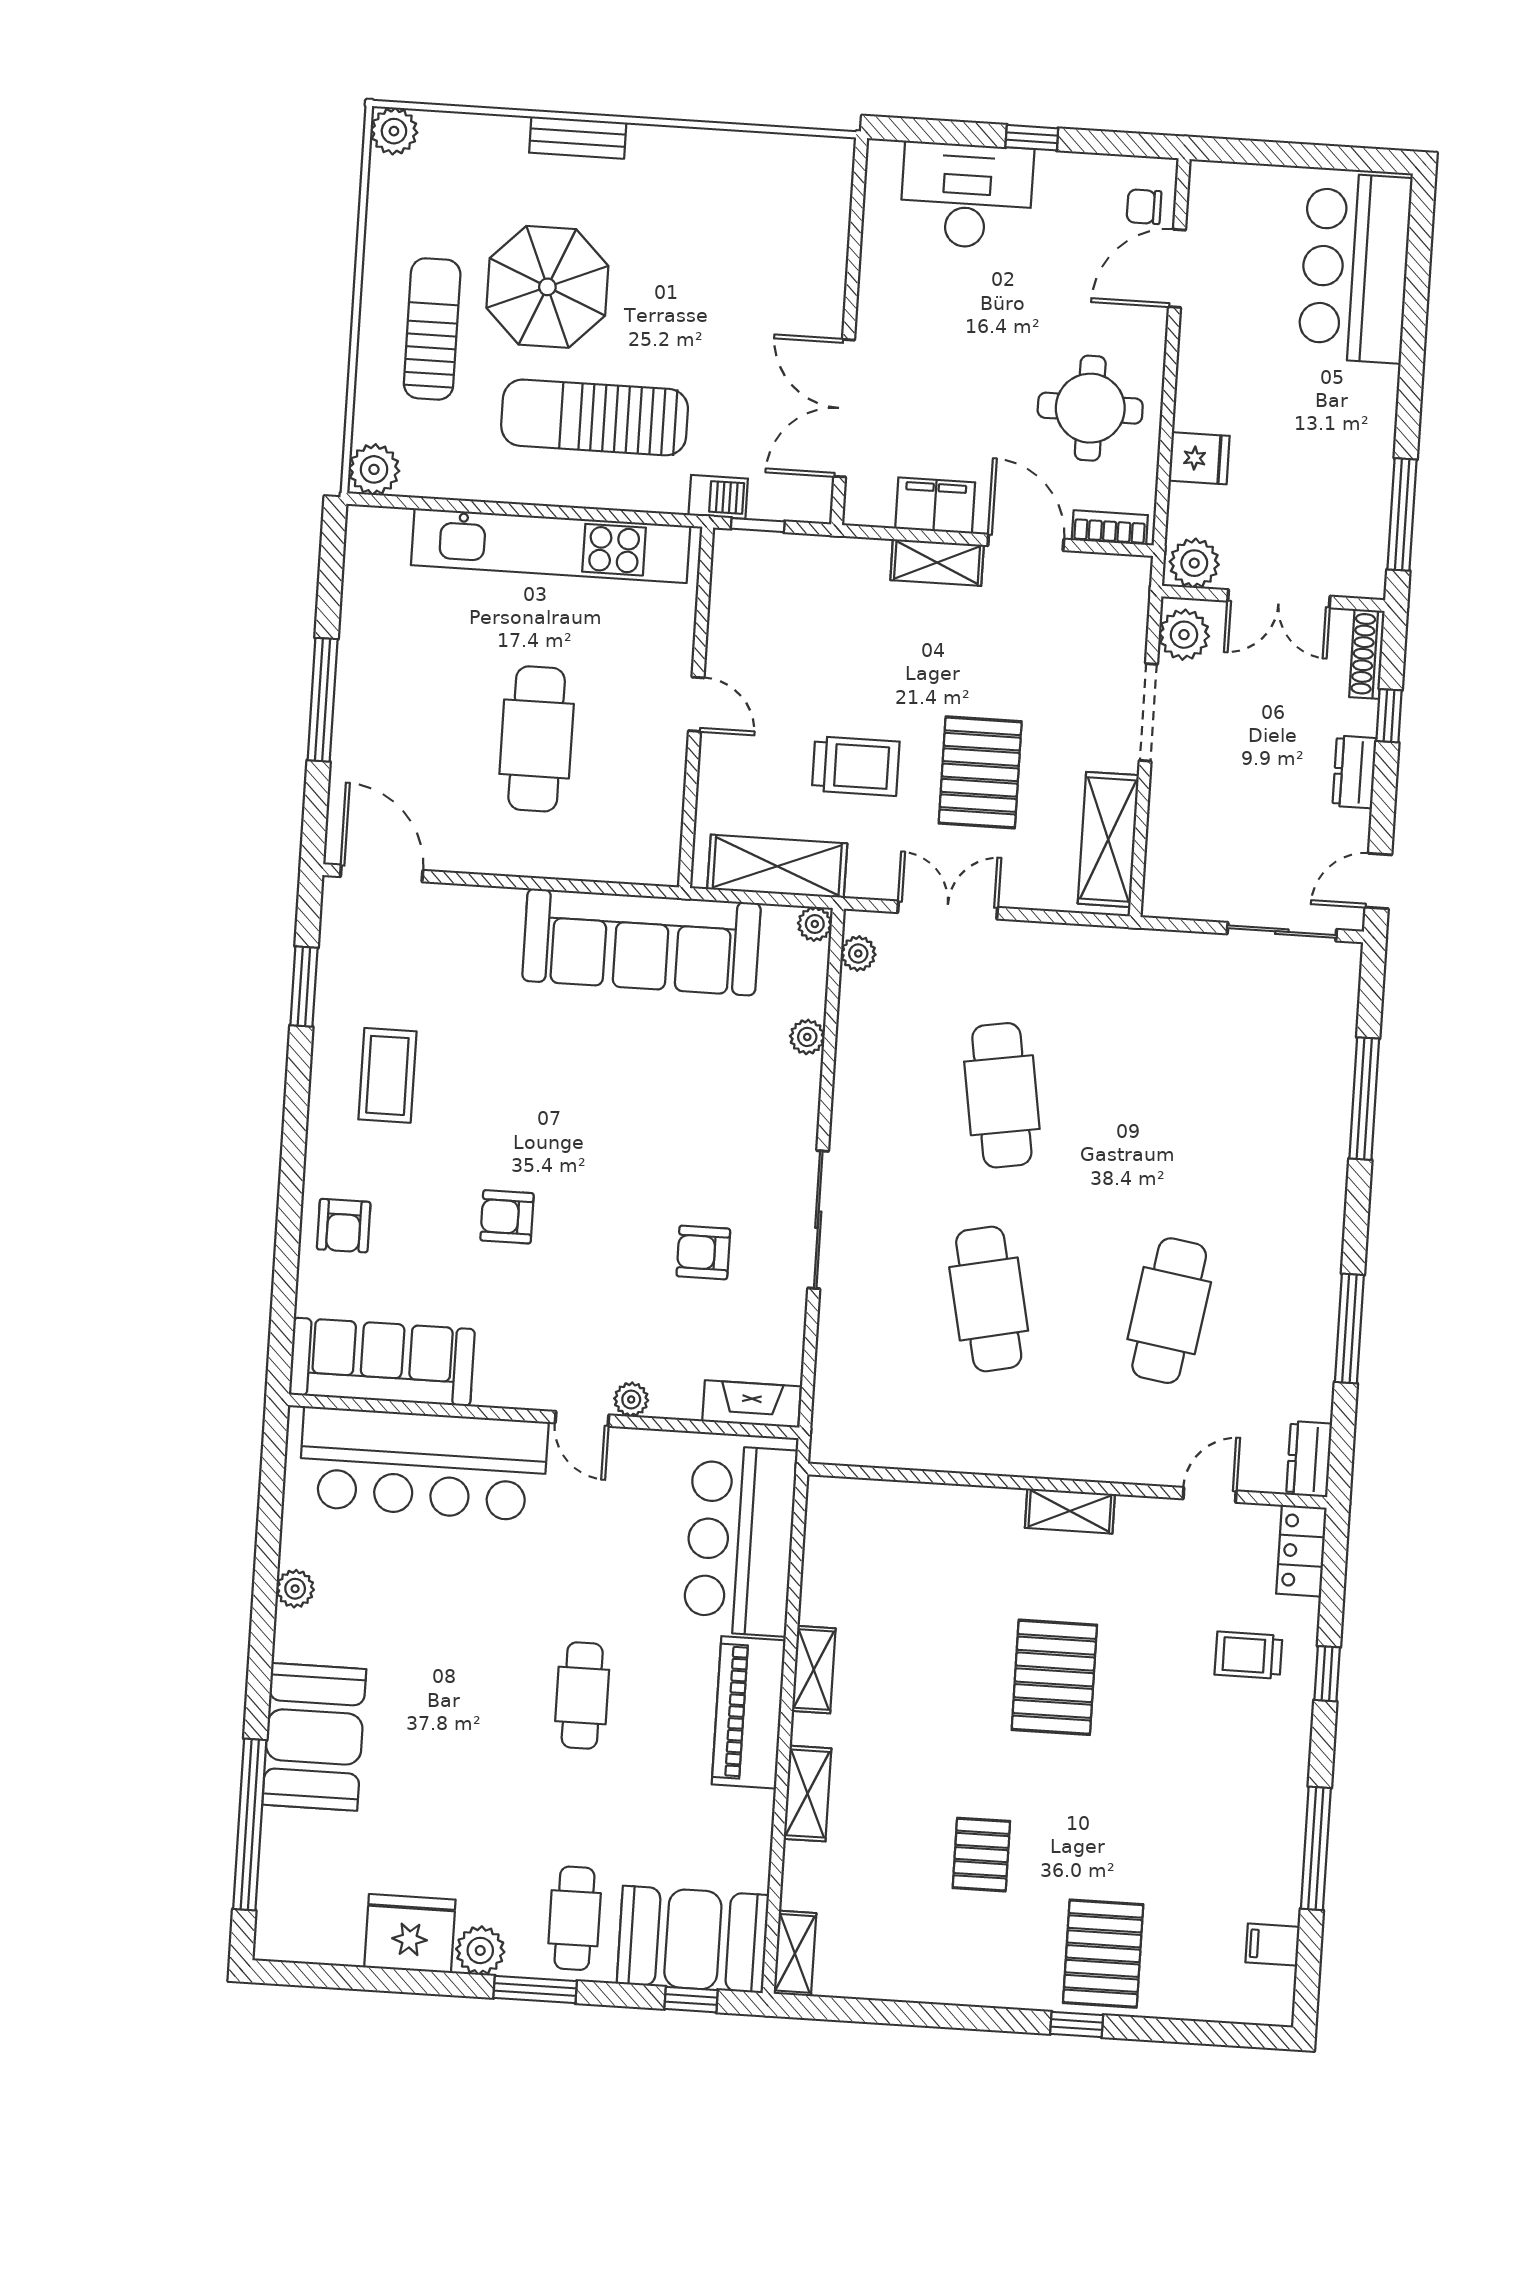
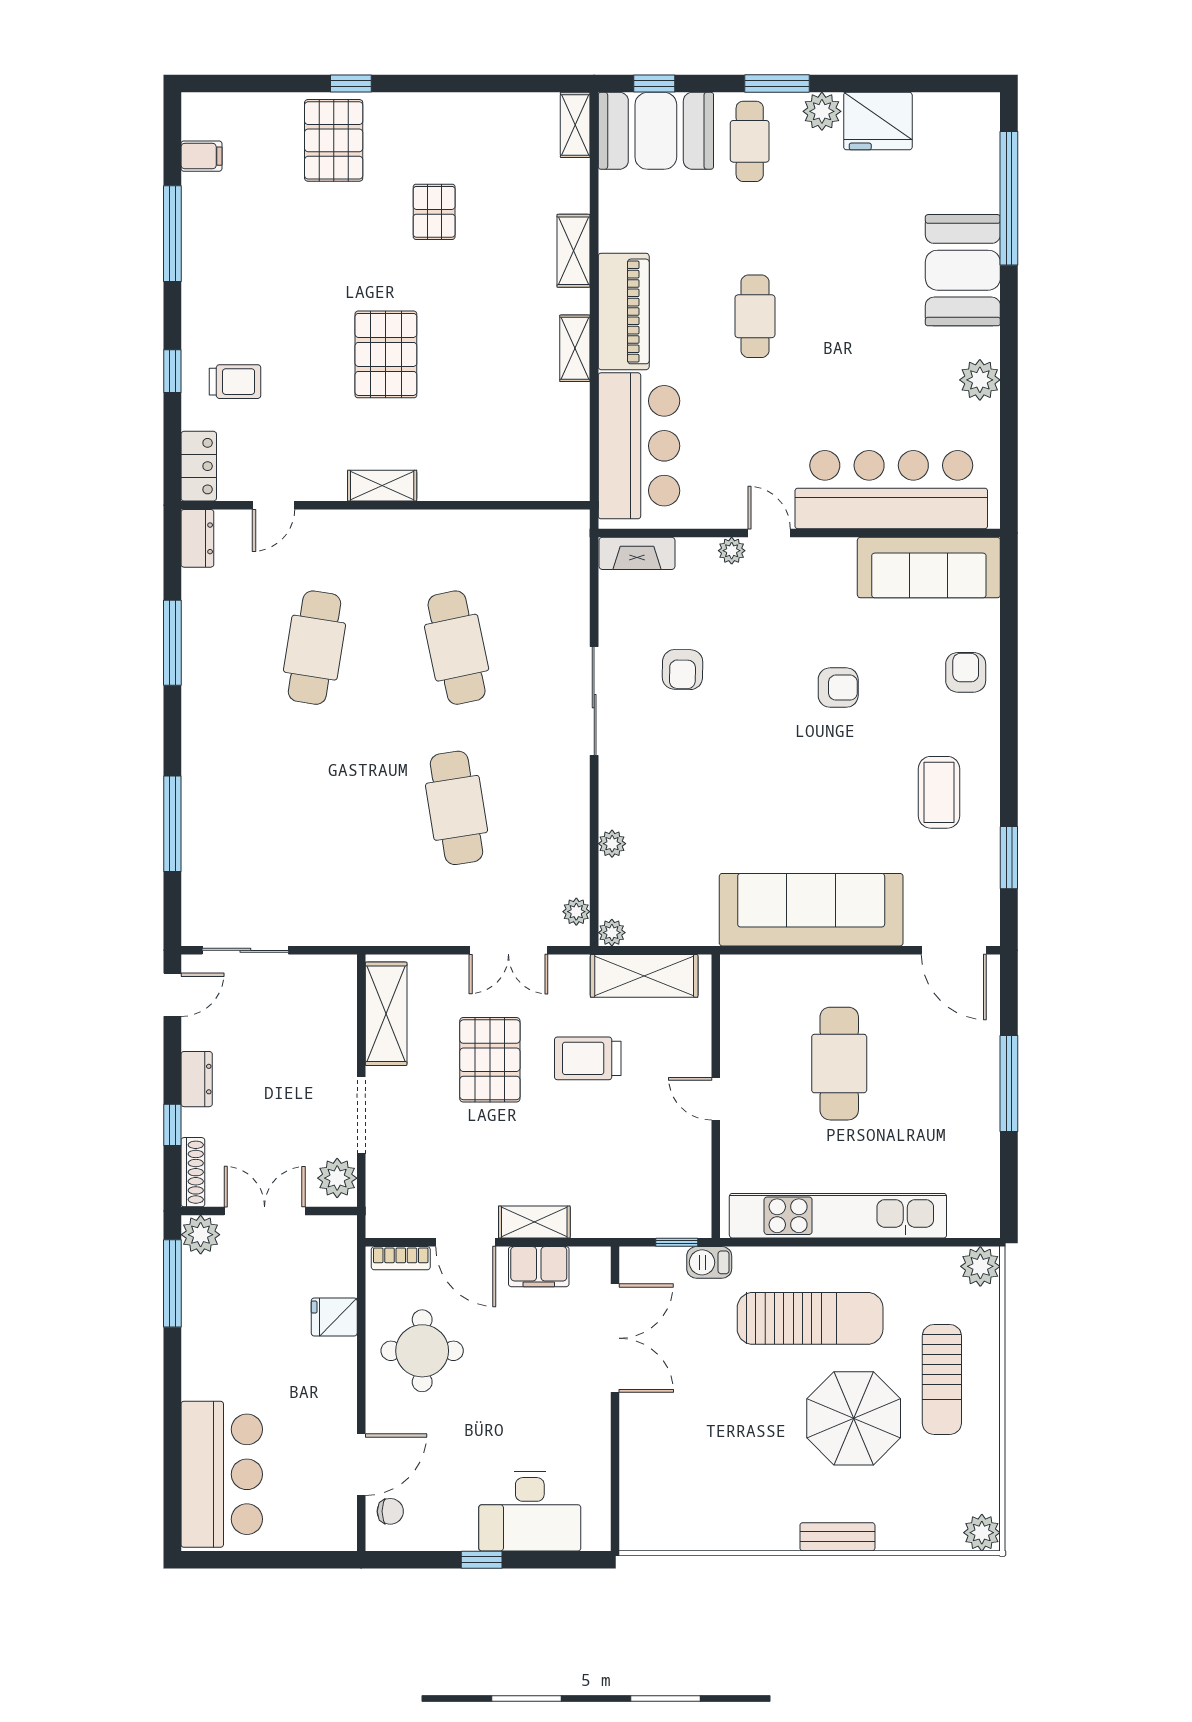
plant: (1194, 563) -> (201, 1235), moved
sofa: (641, 942) -> (811, 910), moved
armchair: (703, 1252) -> (683, 670), turned 91
plant: (295, 1589) -> (980, 380), width x1.38, depth x1.38

